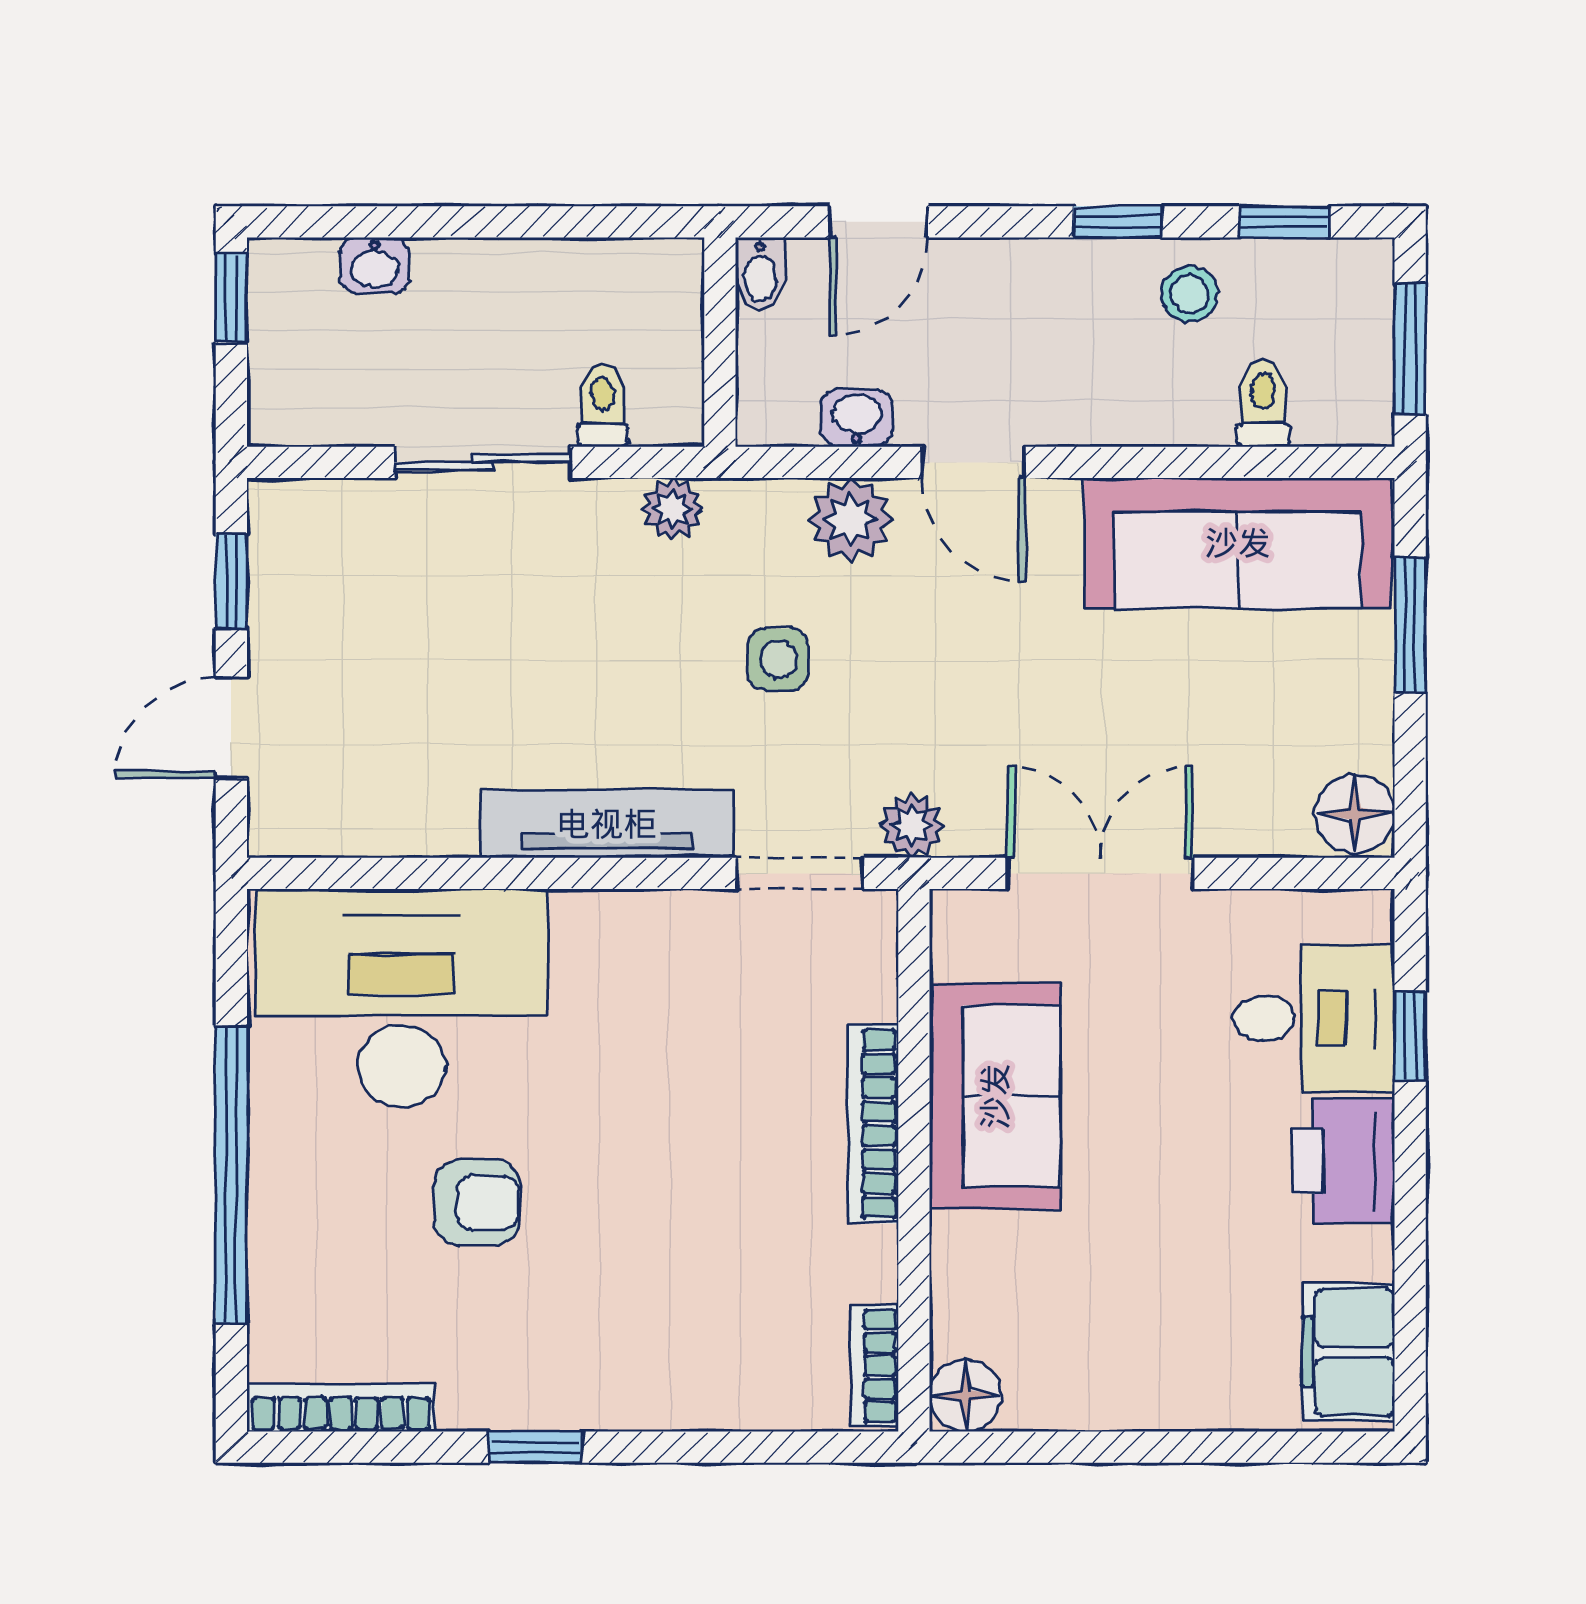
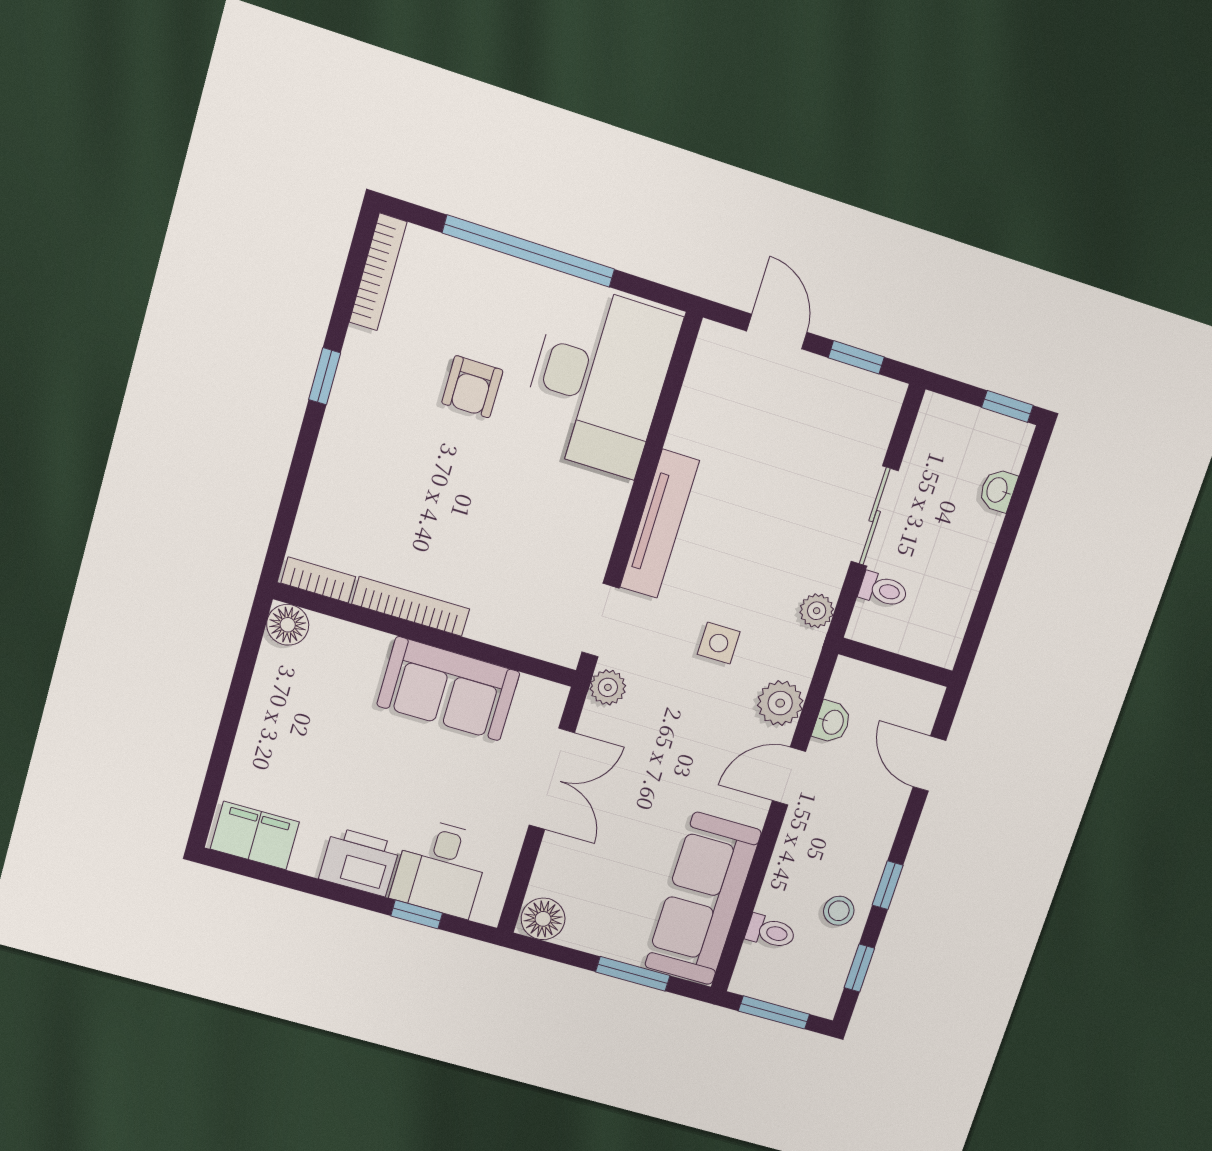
bidet: (760, 274) -> (924, 694), removed
bookcase: (873, 1124) -> (411, 606), moved

